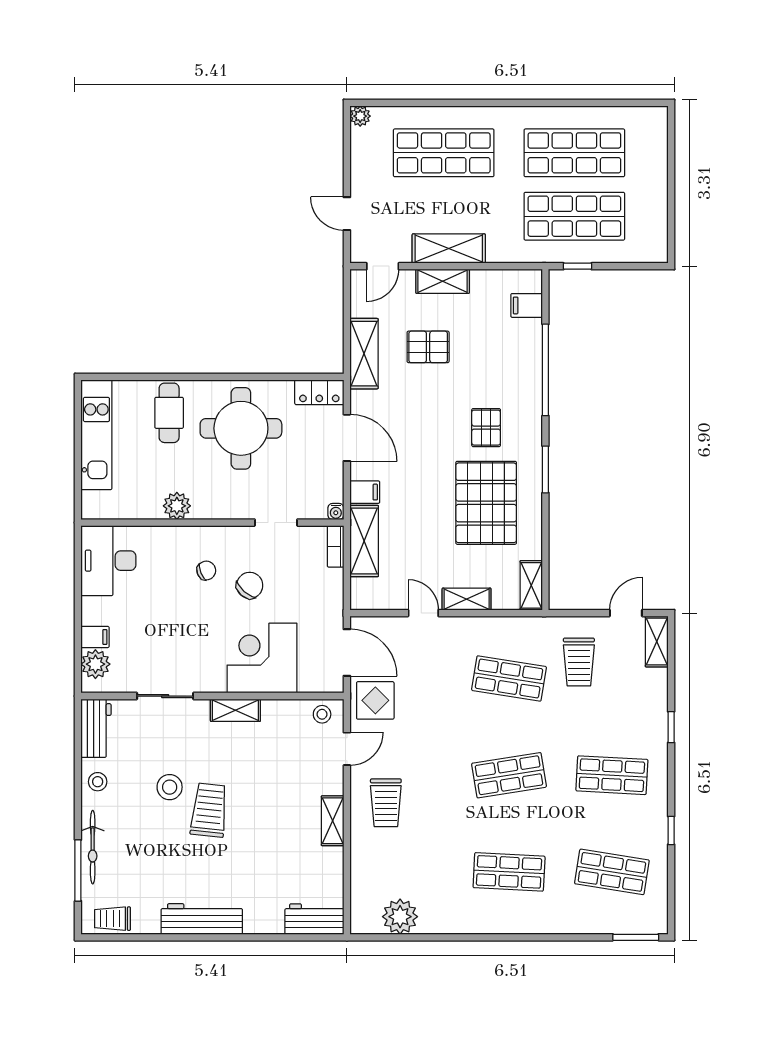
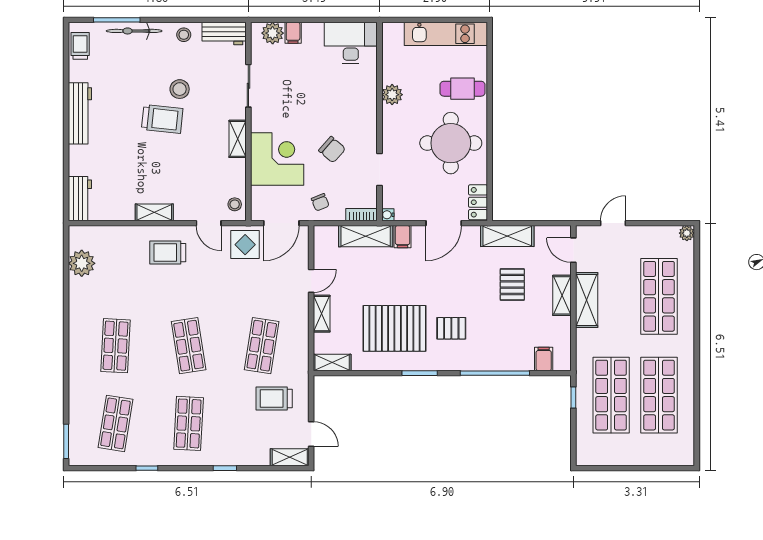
chair: (206, 571) -> (320, 202), moved

